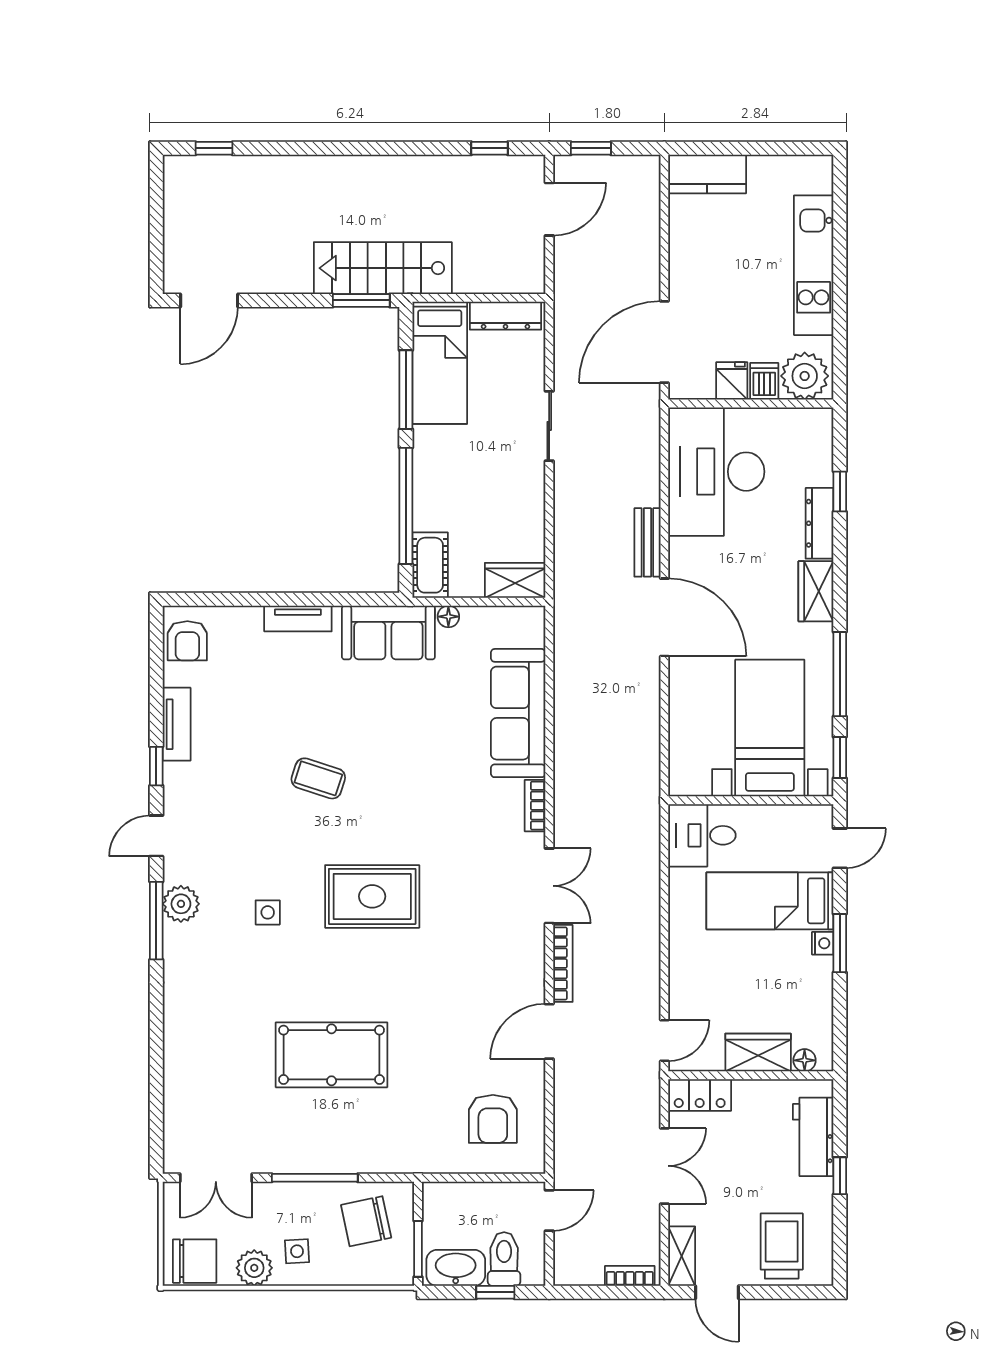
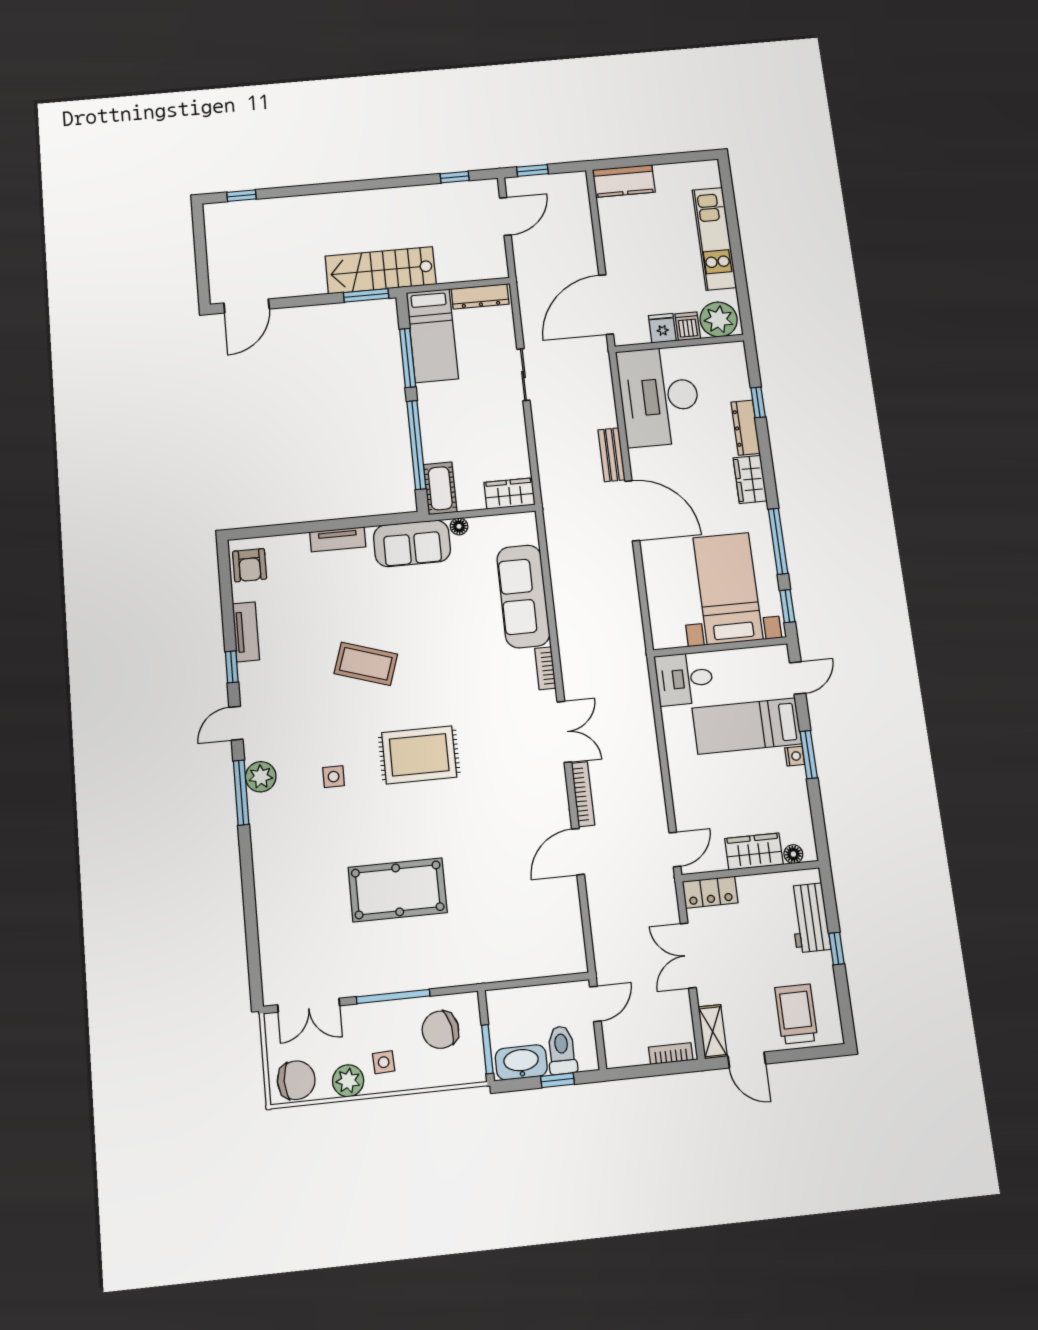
coffee table: (318, 778) -> (366, 664), width x1.36, depth x1.30
armchair: (493, 1119) -> (539, 930), removed
double door: (664, 1166) -> (688, 955), swing flipped

